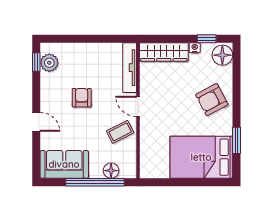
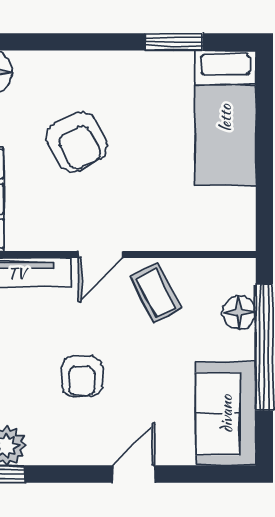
armchair: (82, 98) -> (82, 376), turned -90
armchair: (212, 100) -> (77, 142), moved
bed: (201, 157) -> (225, 118), width x0.67

